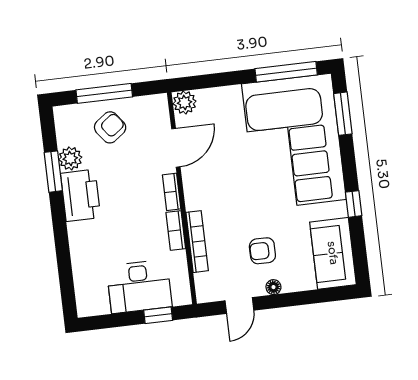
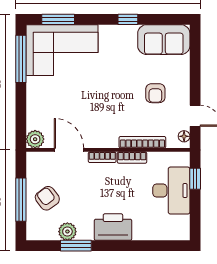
corner sofa: (294, 142) -> (62, 50), width x0.73, depth x0.74
printer: (80, 195) -> (113, 227), moved
floor lamp: (273, 287) -> (184, 136), moved

